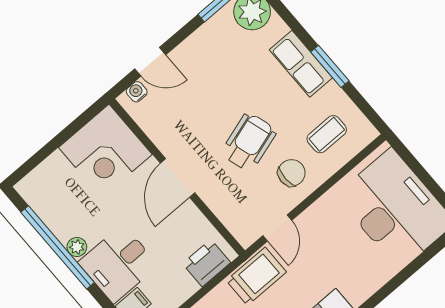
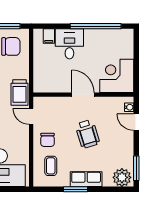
door: (150, 62) -> (136, 122), hinge flipped
wheelchair: (249, 142) -> (87, 134), moved
plant: (77, 247) -> (89, 34), removed
printer: (206, 263) -> (41, 78), removed

